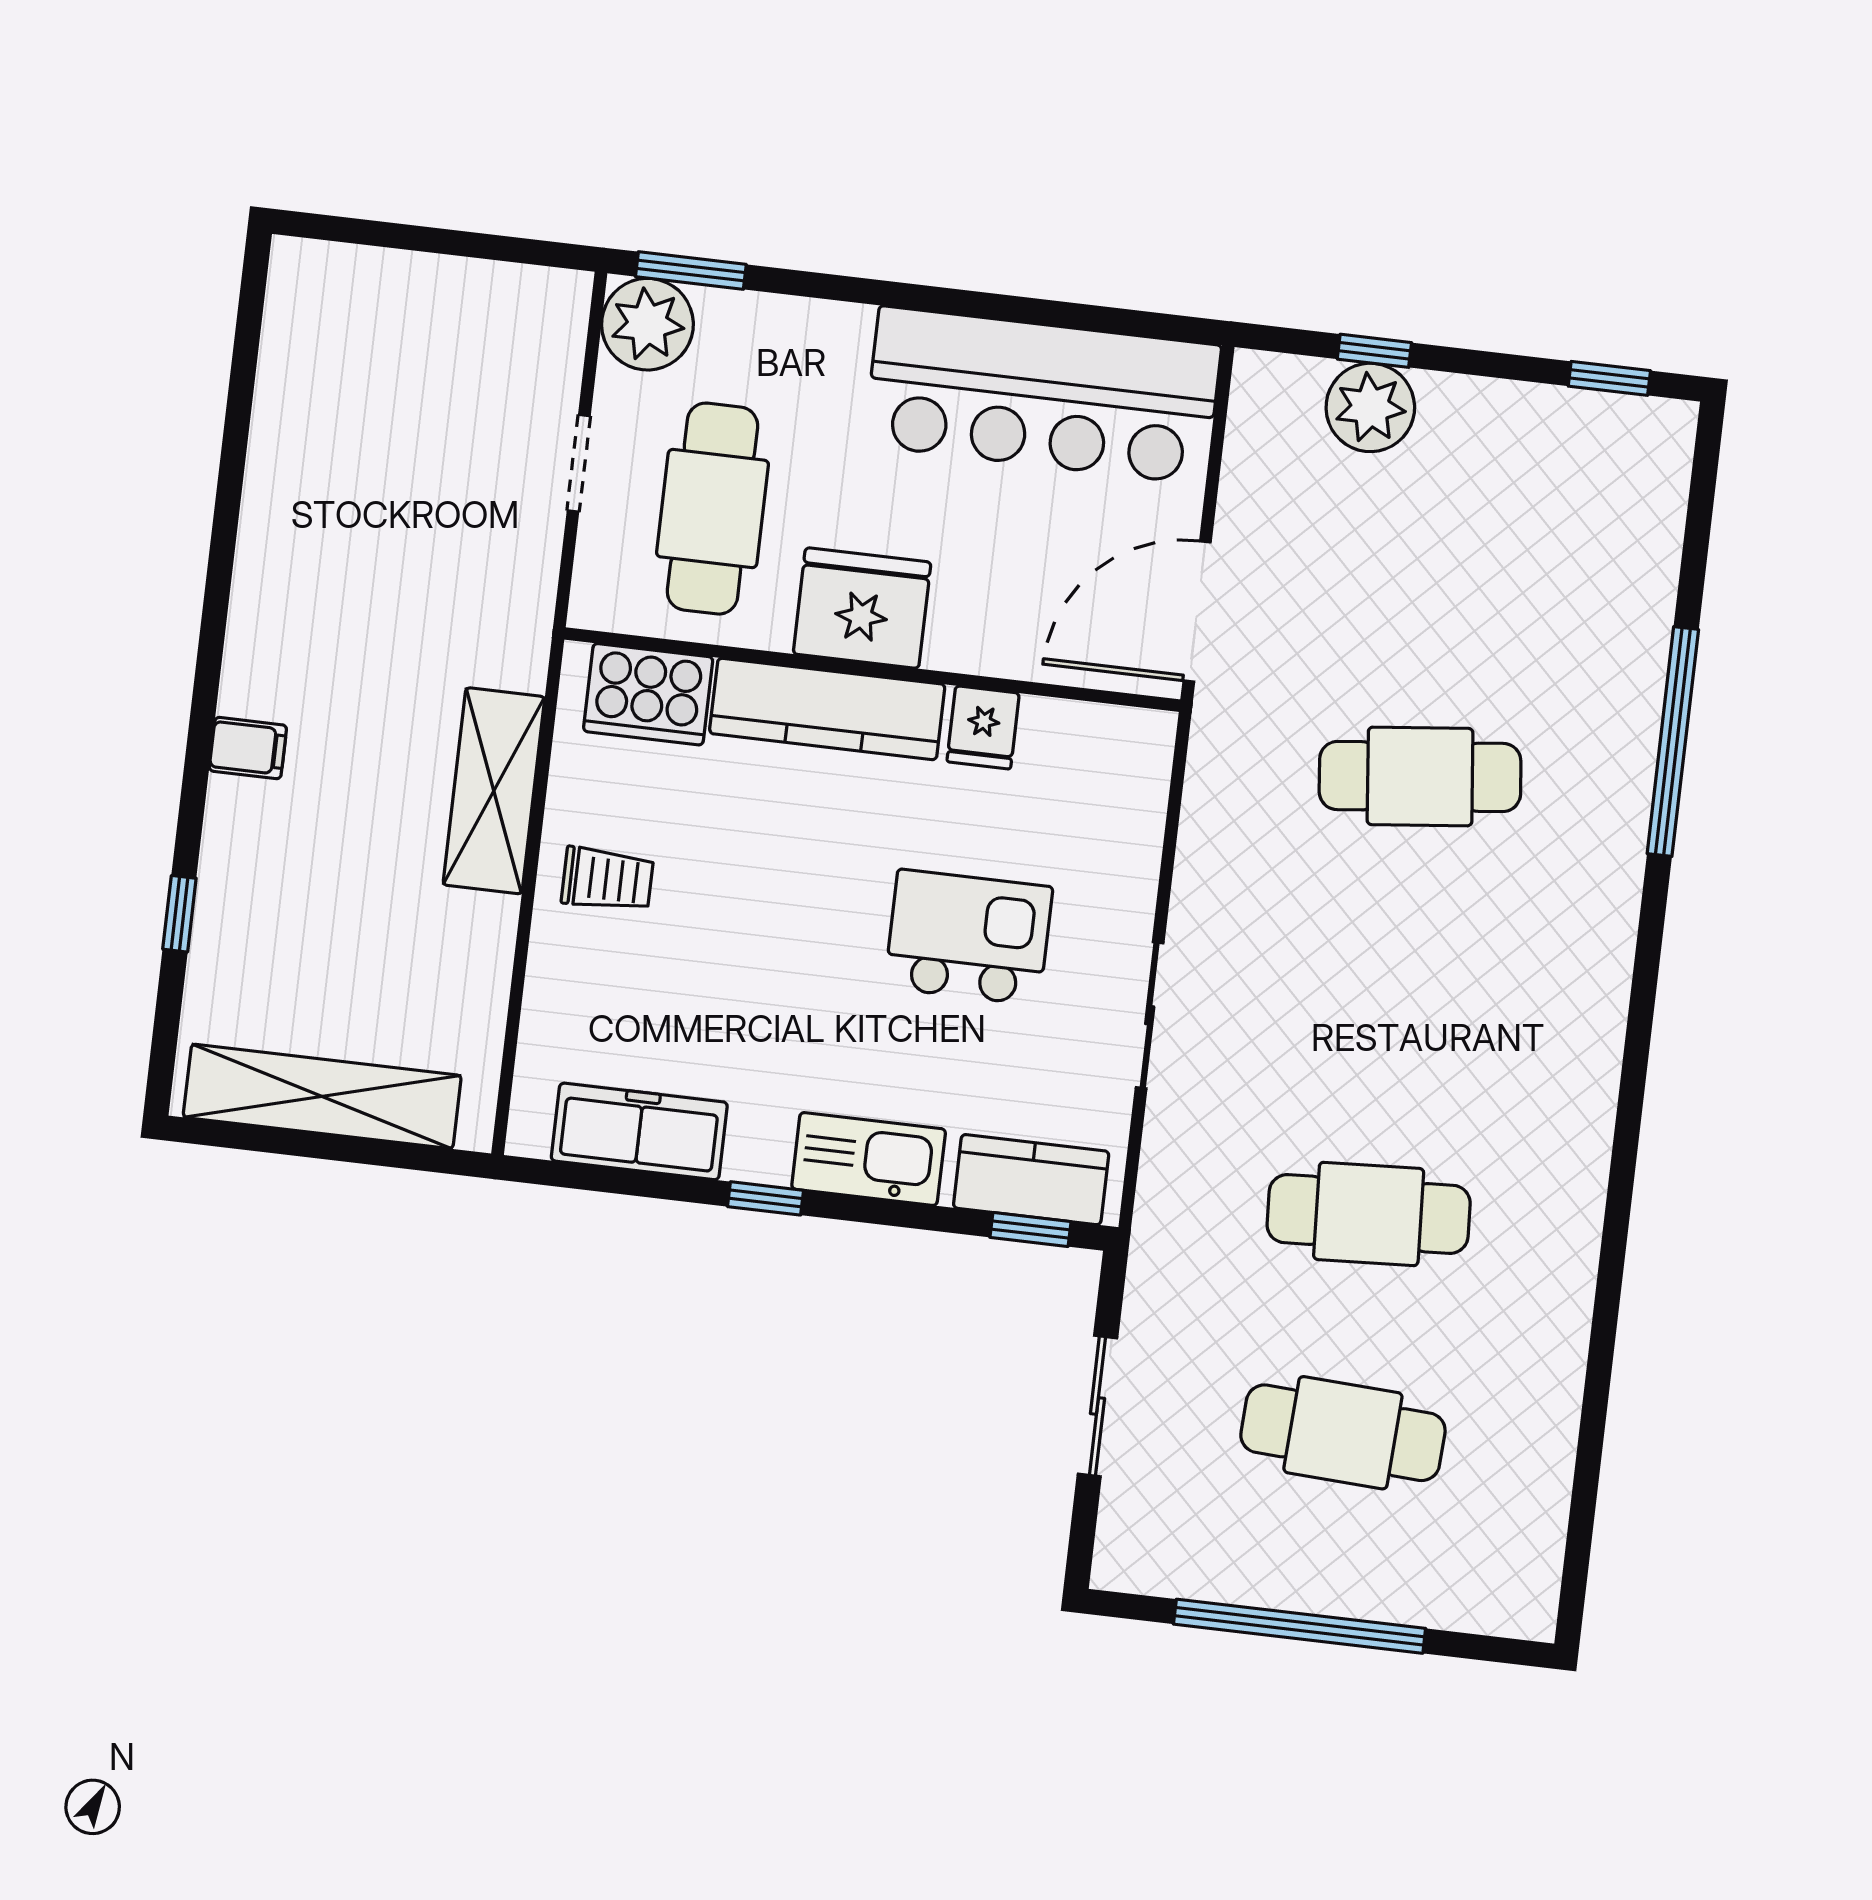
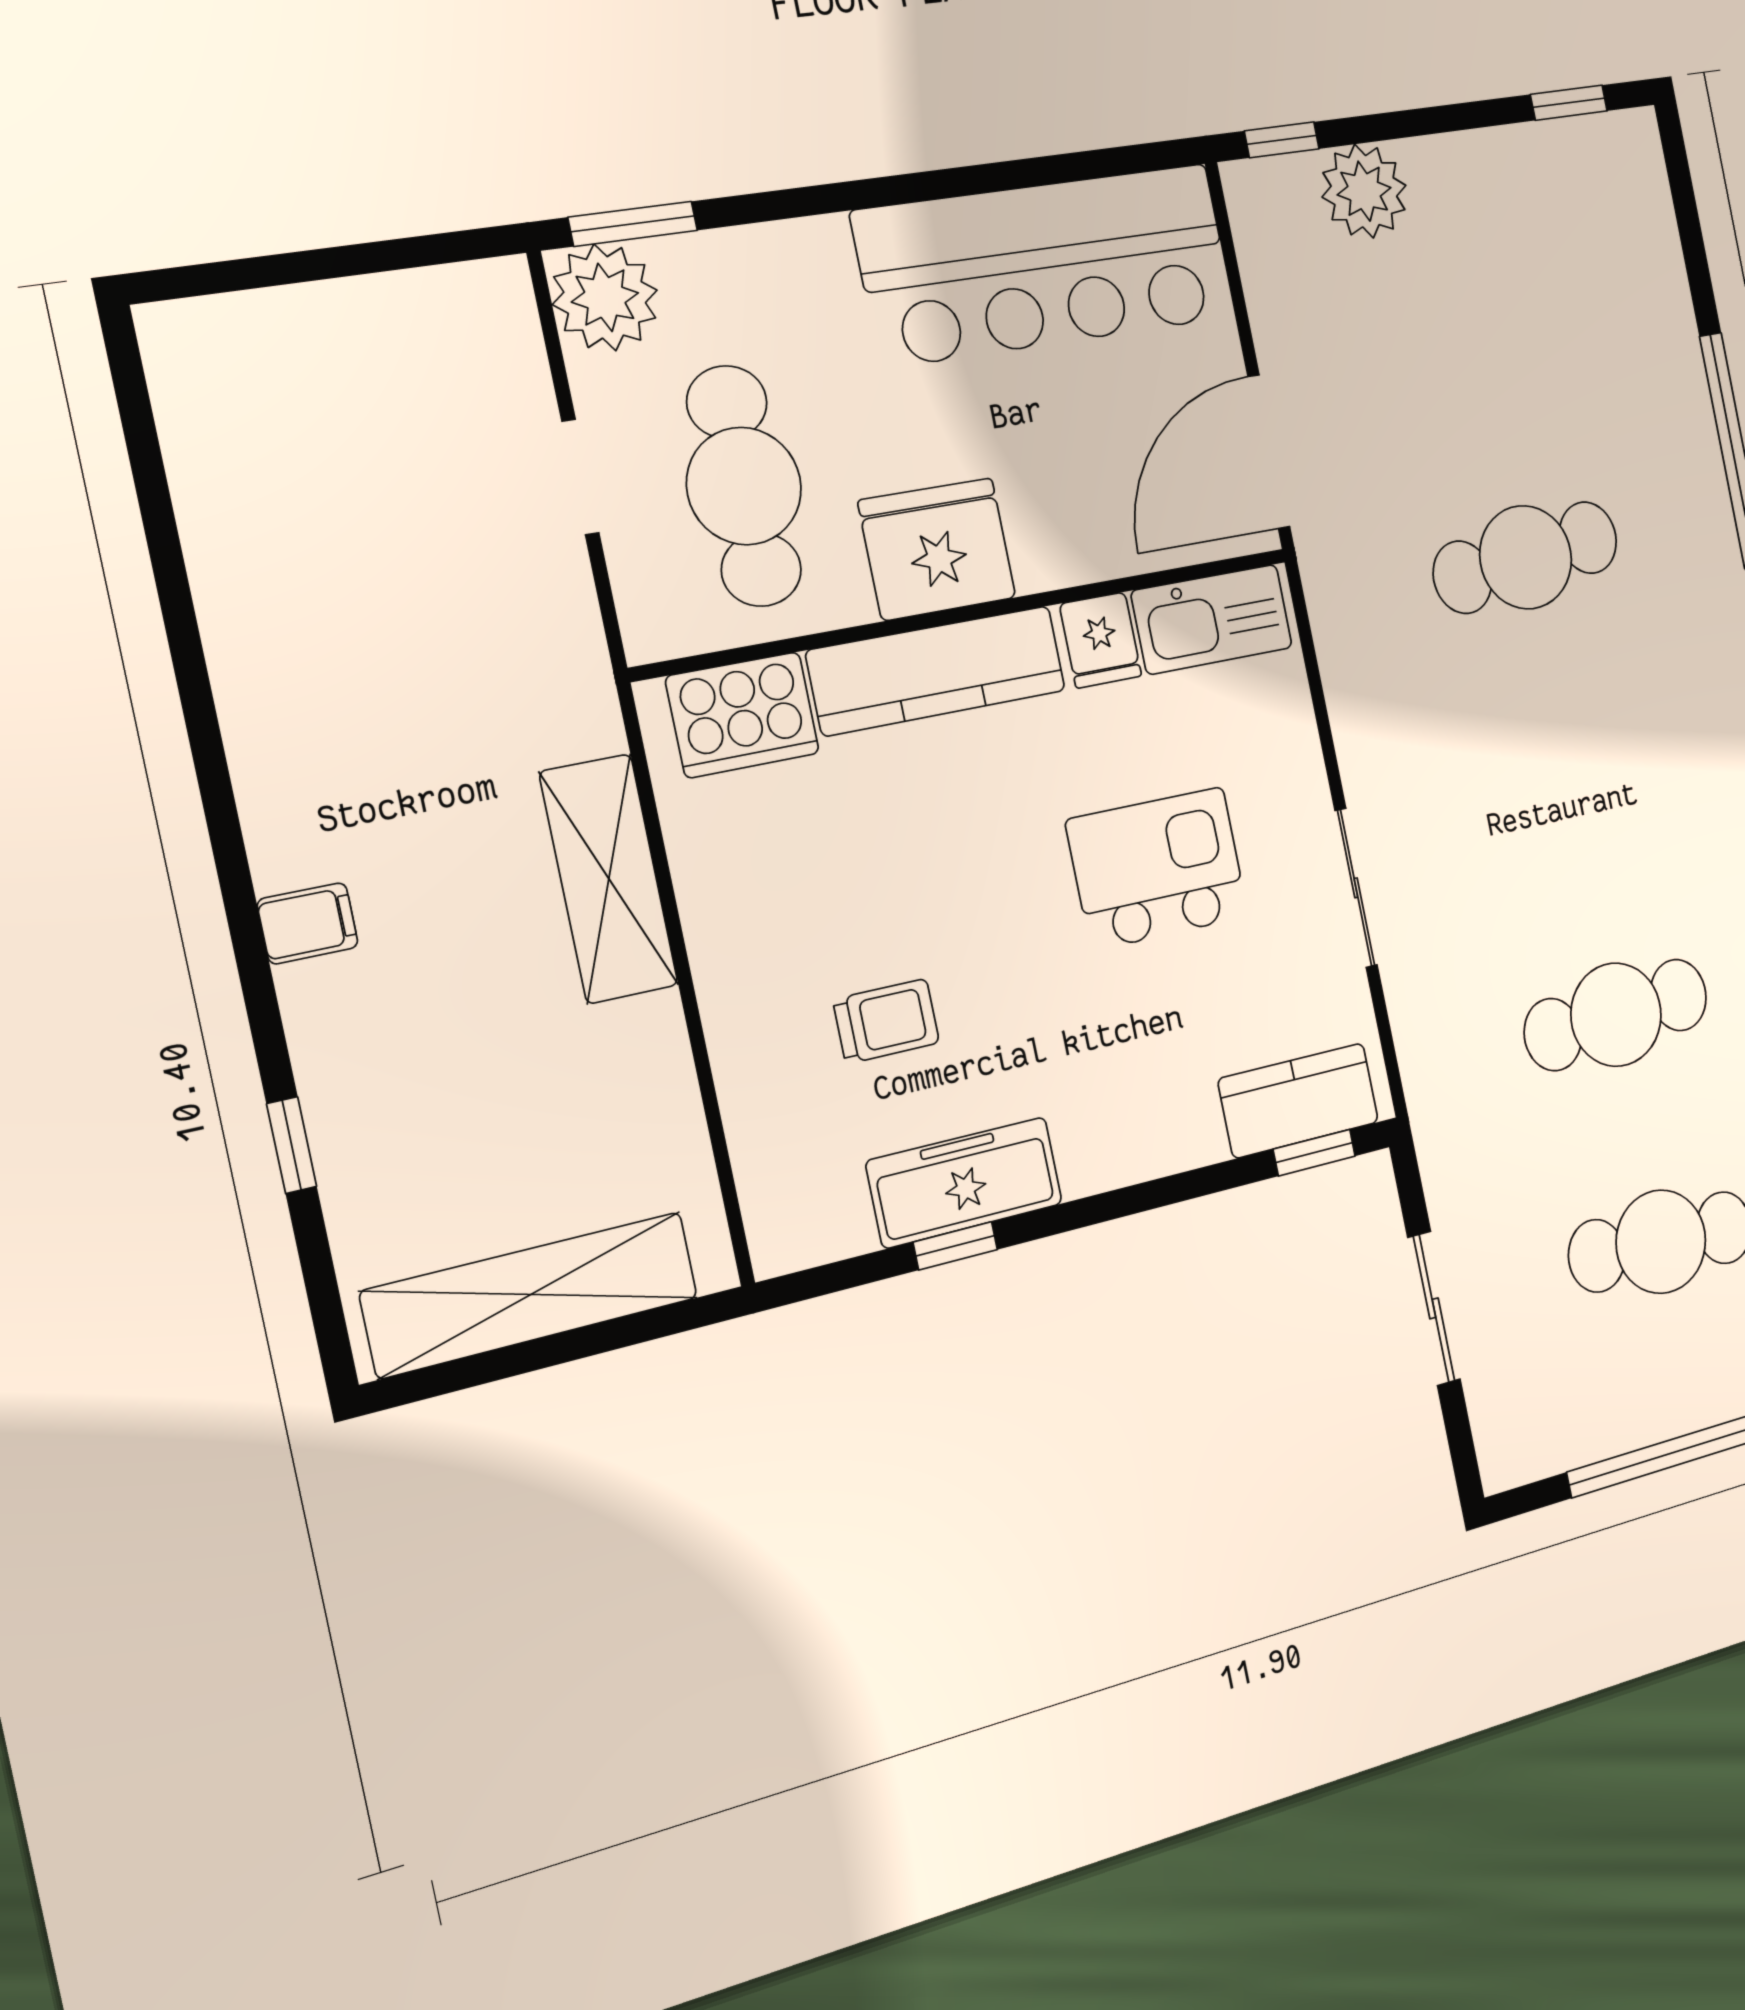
window: (1374, 351) -> (1282, 140), moved
trolley: (607, 879) -> (886, 1021), moved
freezer: (639, 1131) -> (965, 1182), moved
kitchen sink: (869, 1159) -> (1212, 619), moved, turned 180
window: (766, 1198) -> (955, 1246), moved

